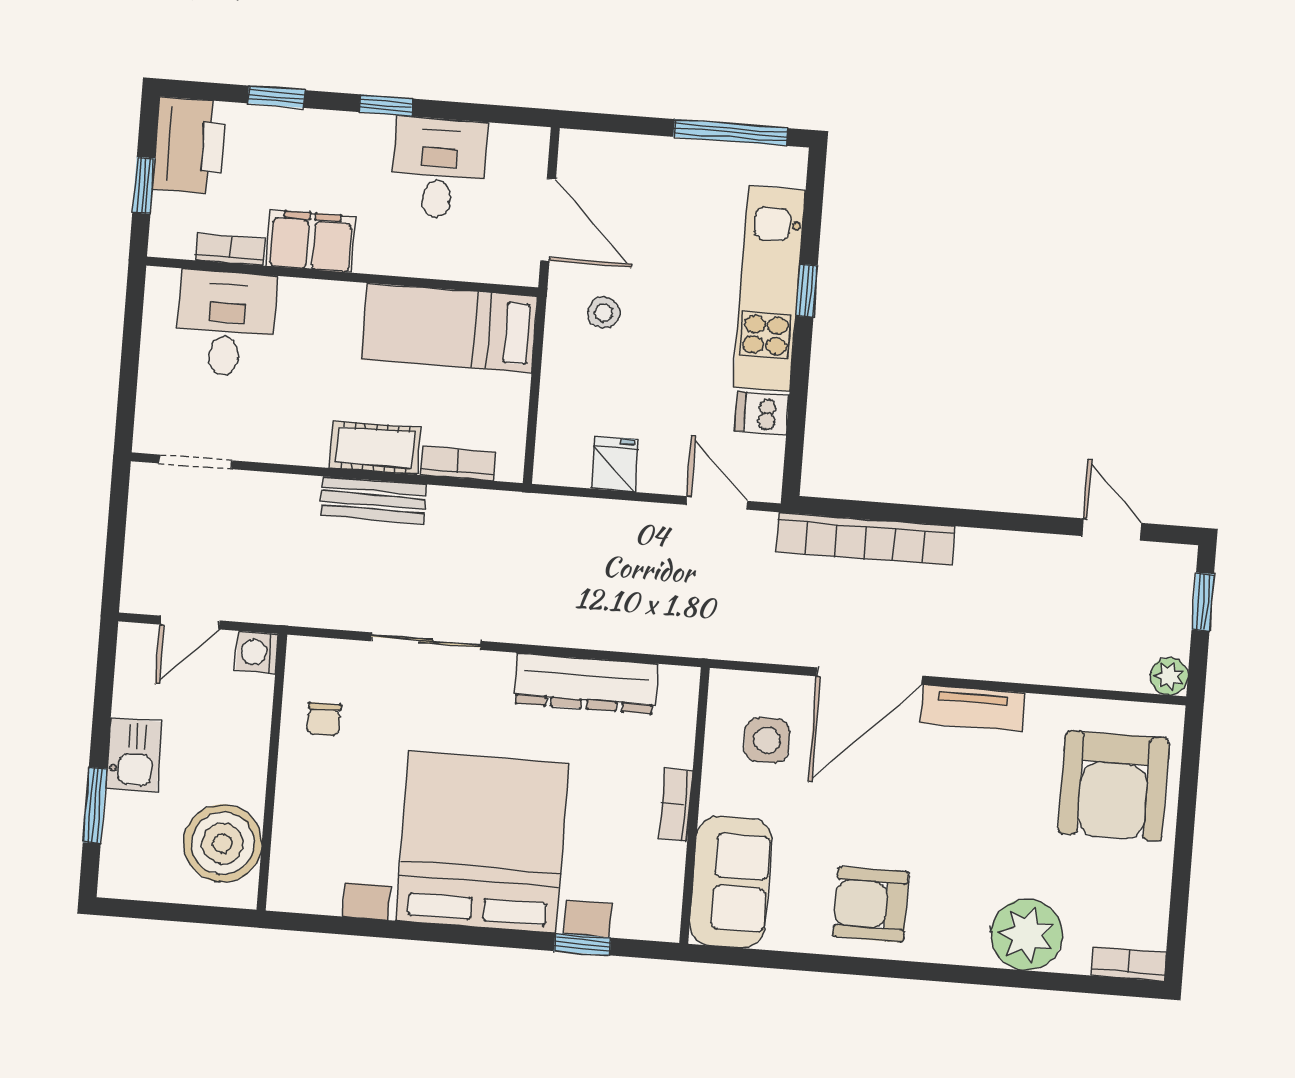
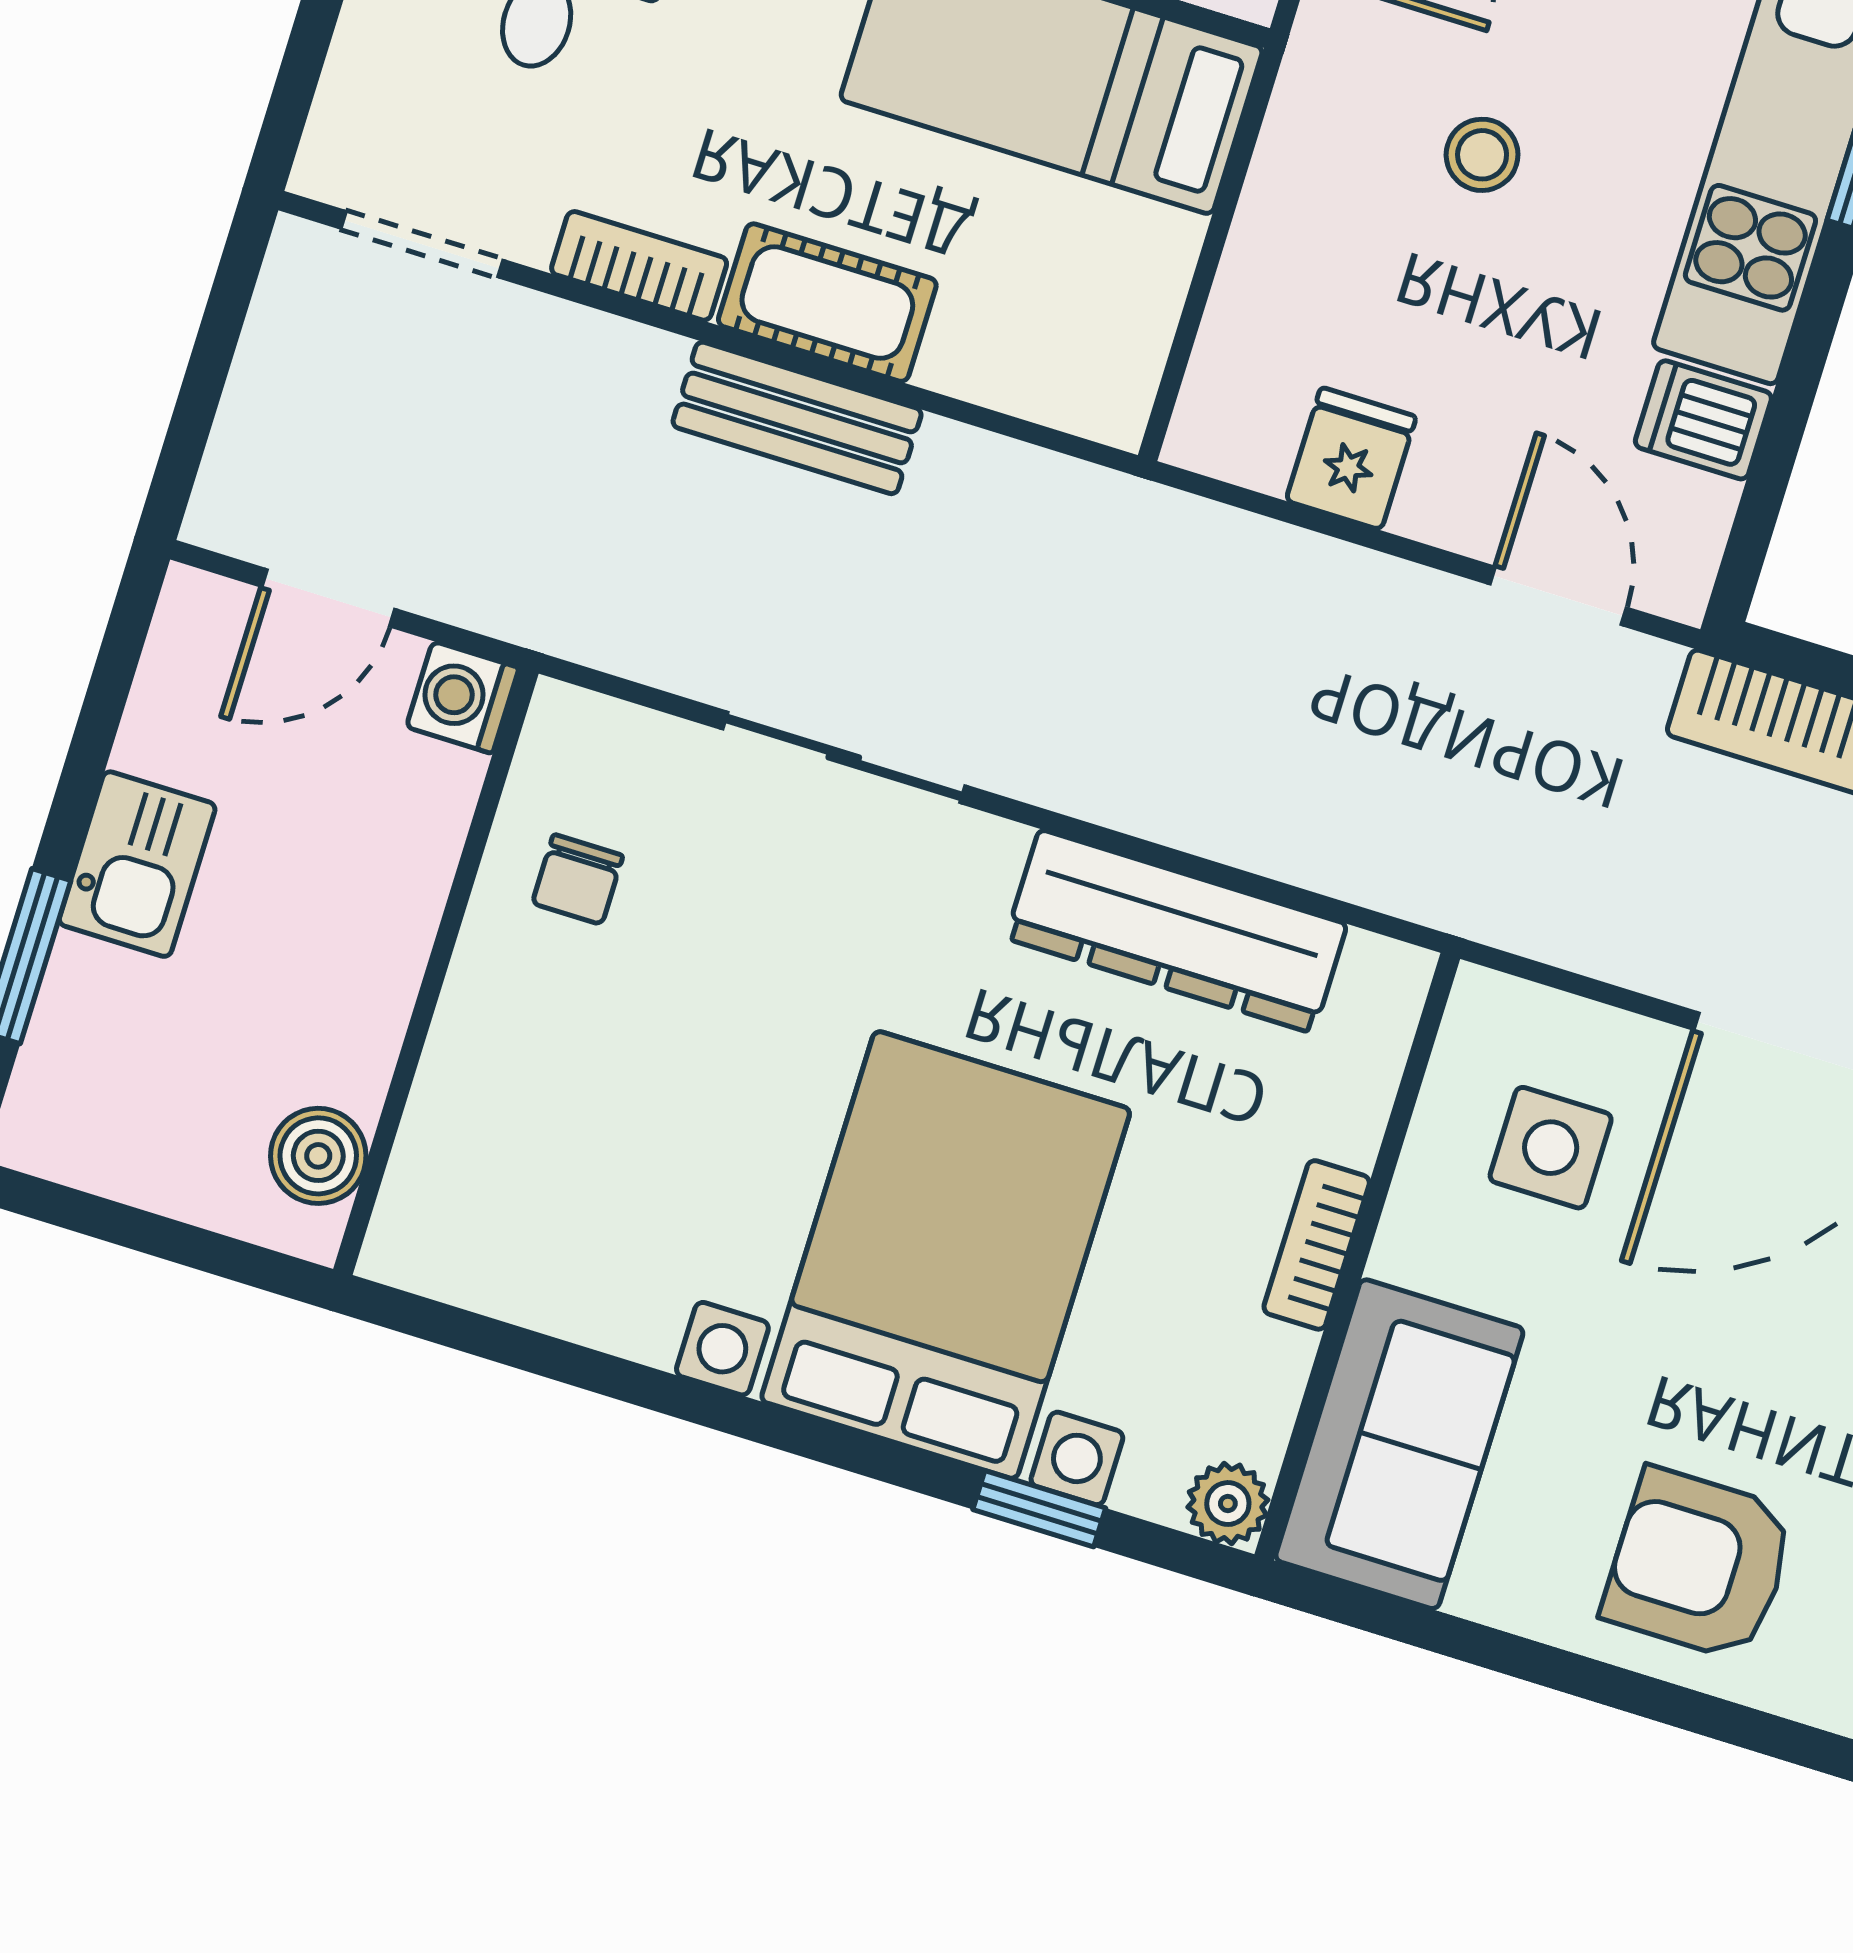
stool: (604, 313) -> (1482, 155), moved
bookcase: (458, 463) -> (639, 266), moved
bed with nightstands: (483, 842) -> (946, 1255), width x0.73
boiler: (223, 843) -> (318, 1156), width x0.54, depth x0.54
plant: (663, 924) -> (1228, 1504), added

